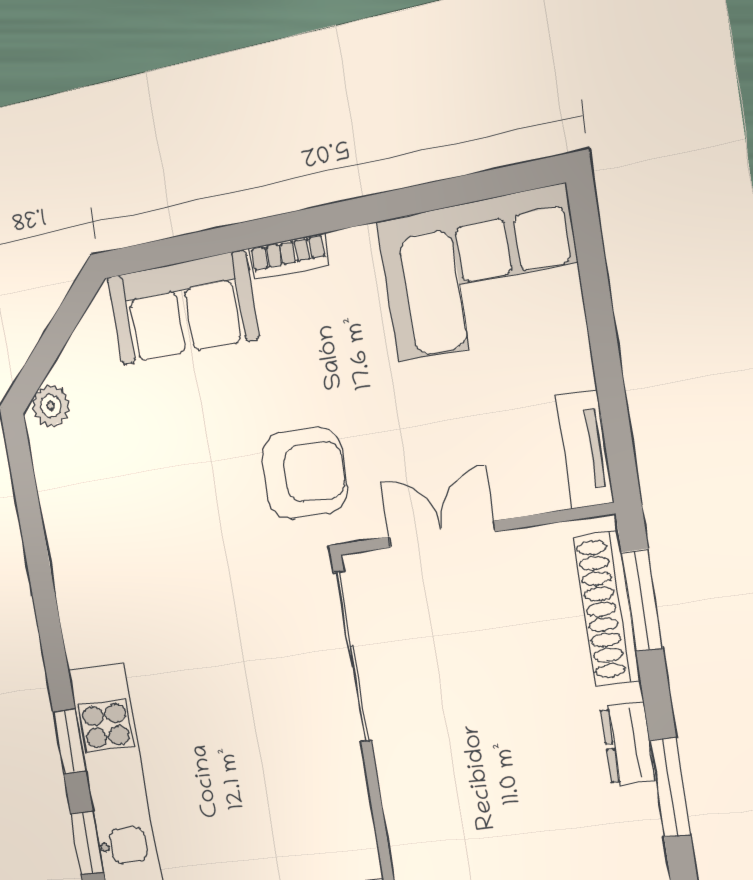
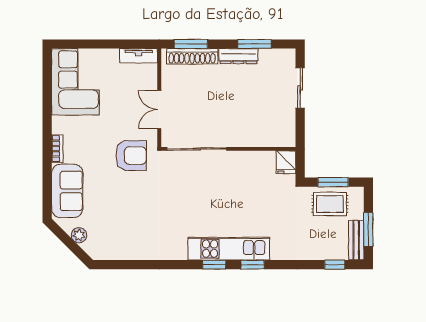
plant: (51, 406) -> (79, 235), moved
armchair: (305, 473) -> (131, 156), turned 89
dresser: (628, 744) -> (238, 56), width x1.44

